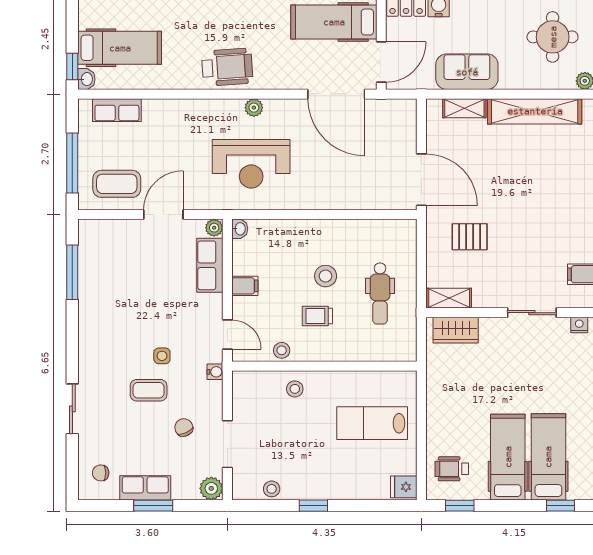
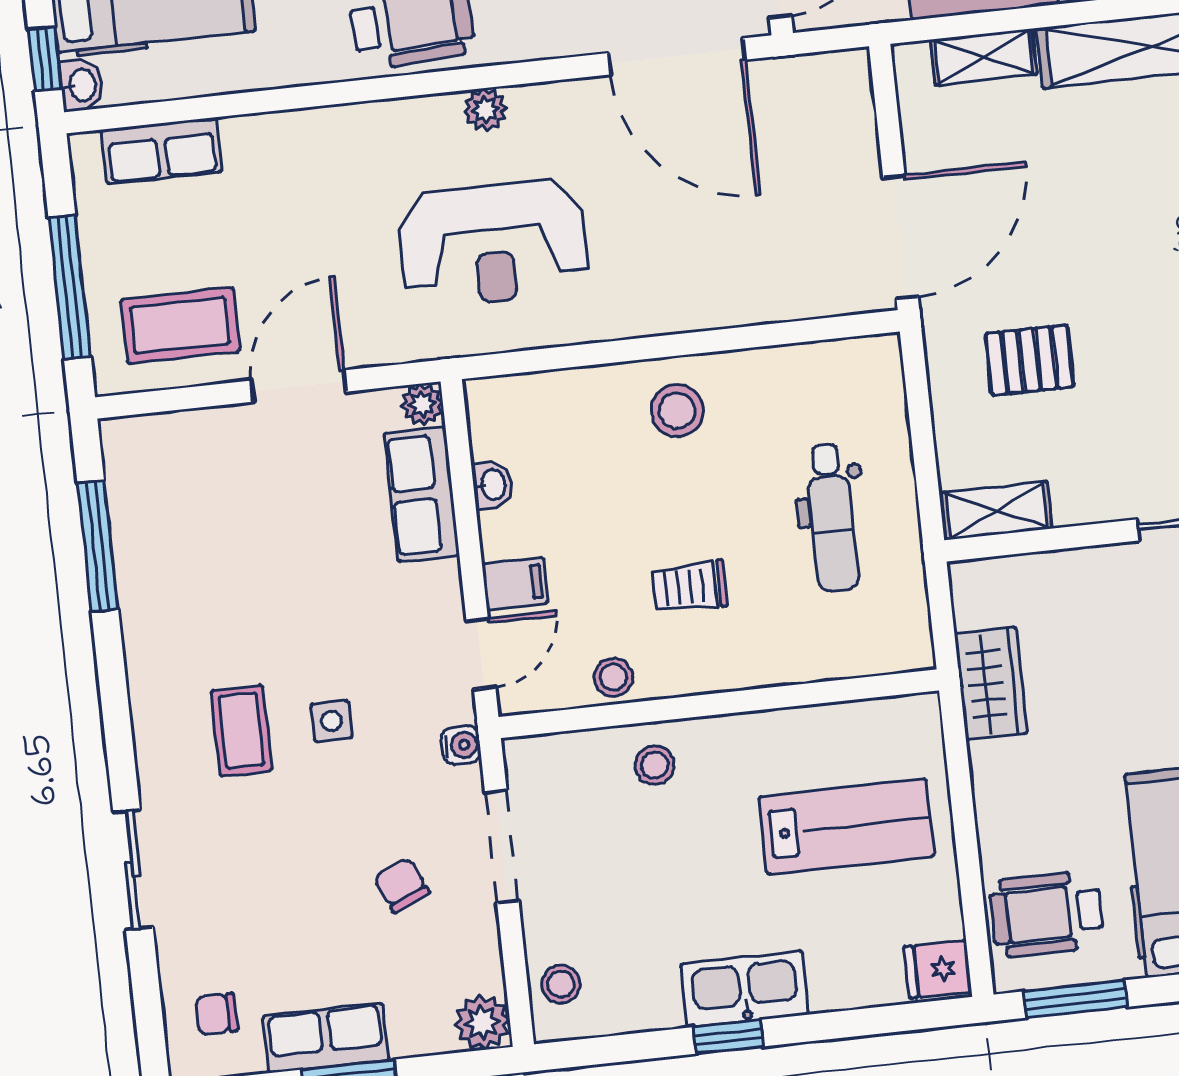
door: (421, 180) -> (900, 237), hinge flipped
washbasin: (240, 229) -> (492, 485), moved
stool: (326, 276) -> (677, 411), moved
filing cabinet: (245, 286) -> (515, 584), moved
wardrobe: (456, 330) -> (991, 683), moved, turned -90
door: (227, 335) -> (481, 654), hinge flipped
coffee table: (149, 390) -> (242, 731), moved, turned 90
lab bench: (372, 423) -> (847, 827), turned 180
doorway: (227, 444) -> (502, 847), moved
wheelchair: (452, 469) -> (1047, 914), width x1.36, depth x1.37
kitchen sink: (322, 487) -> (745, 989), added
stool: (272, 489) -> (561, 984), moved
window: (460, 506) -> (1075, 999), width x1.50

